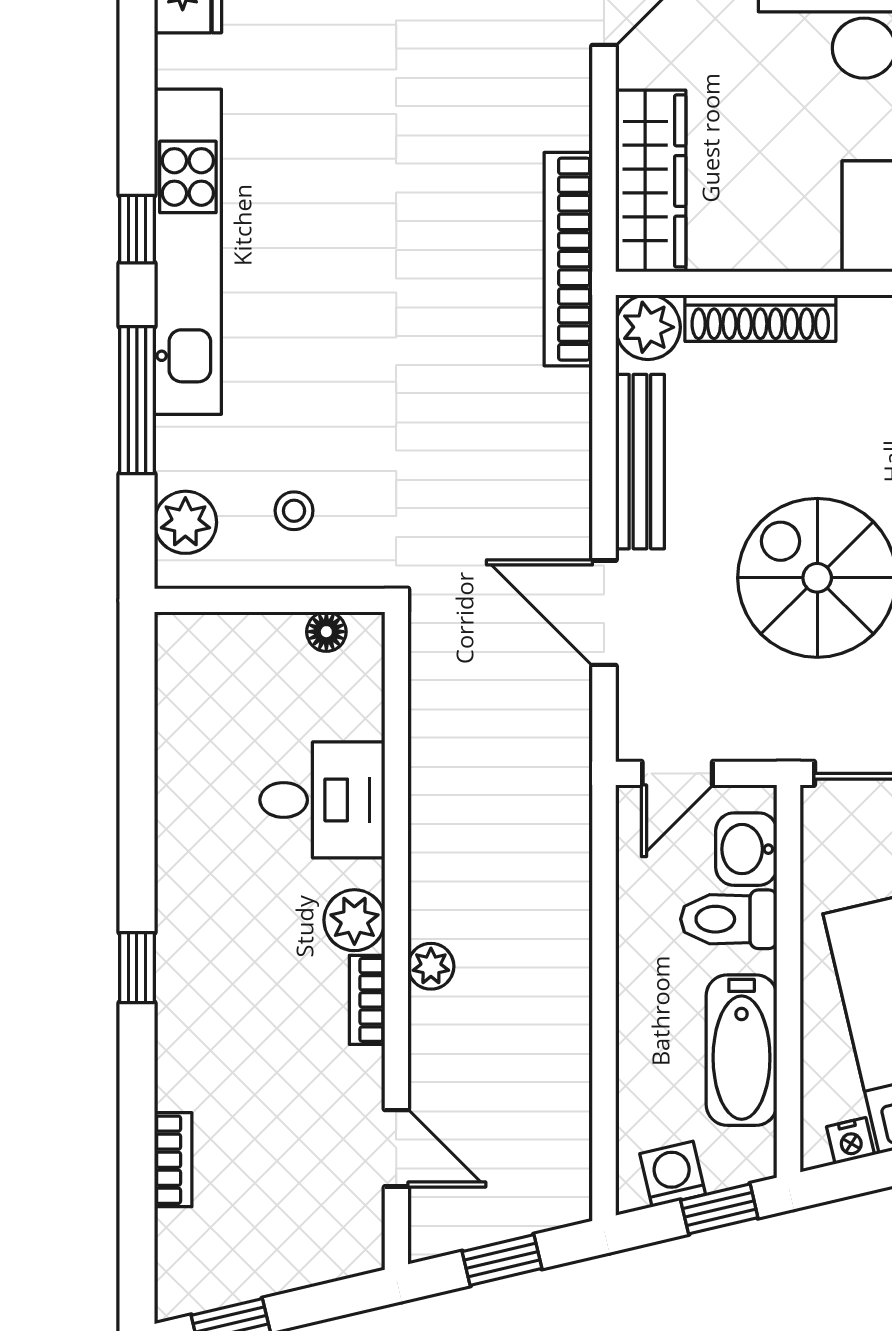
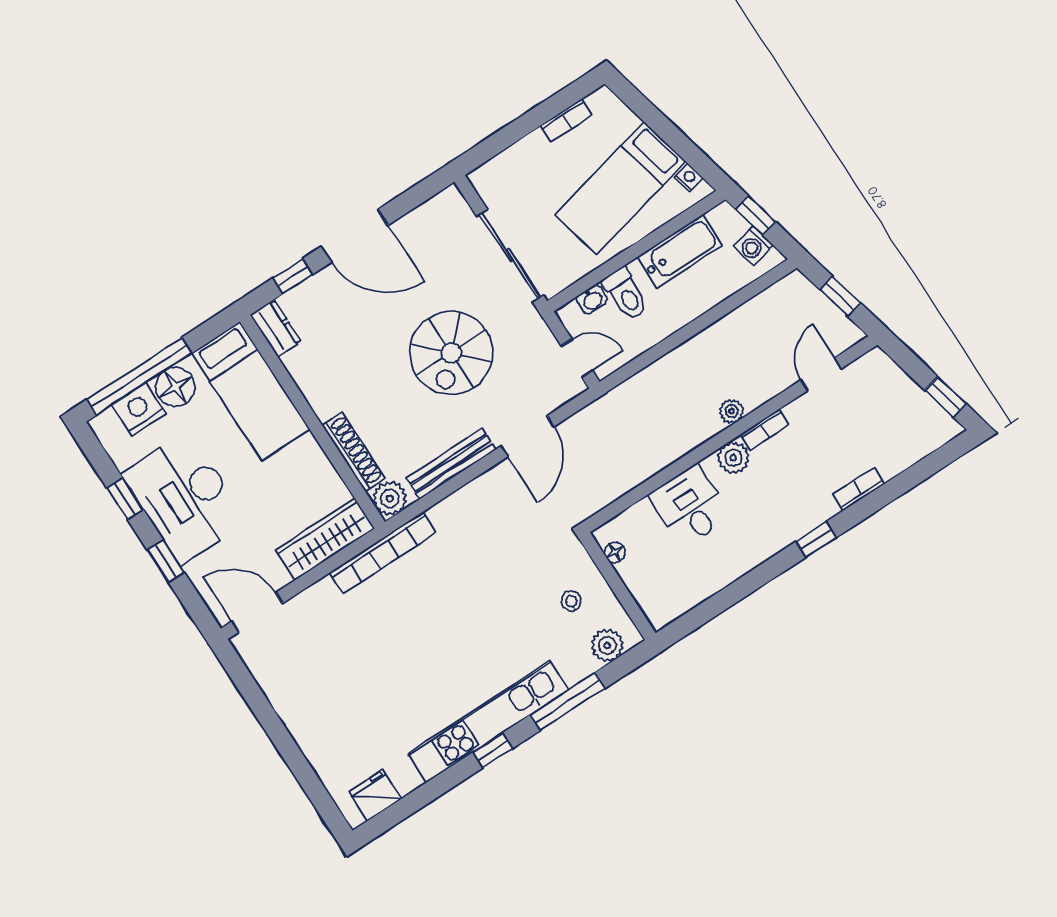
washbasin: (746, 849) -> (592, 299), width x0.72, depth x0.69
bookcase: (173, 1160) -> (859, 489), moved

